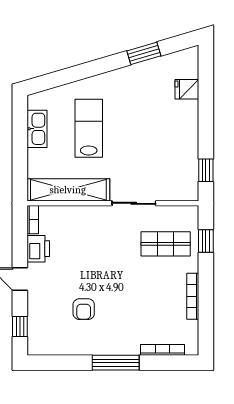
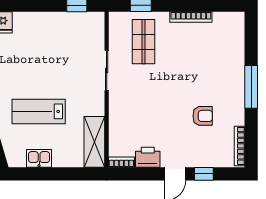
kitchen sink: (37, 129) -> (39, 158), width x0.73
shelving: (68, 190) -> (94, 142), width x0.68
window: (20, 326) -> (204, 174), moved
bookcase: (162, 350) -> (240, 146), moved

